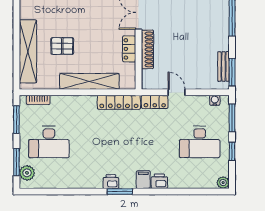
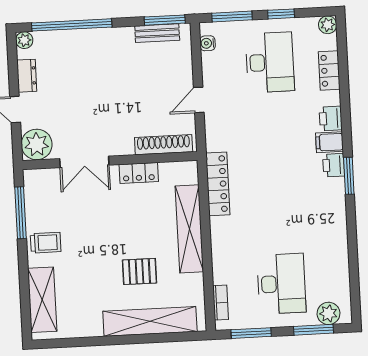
pallet: (62, 46) -> (139, 271), turned 90
shoe rack: (147, 49) -> (164, 145), moved
locker: (155, 102) -> (329, 71), moved, turned 180
printer: (111, 182) -> (334, 165), moved

